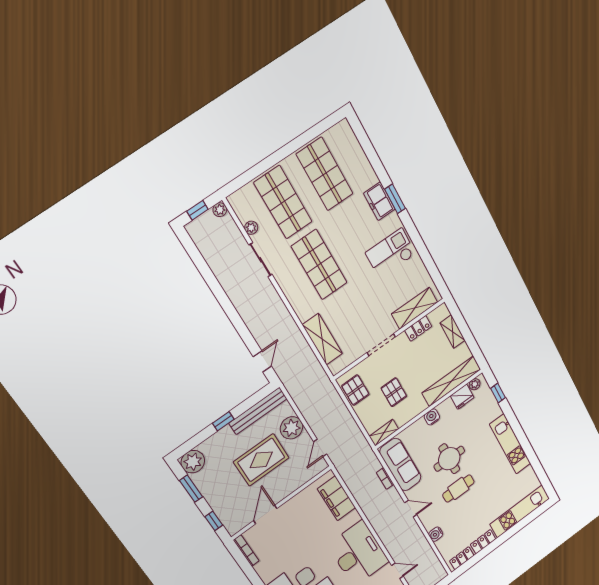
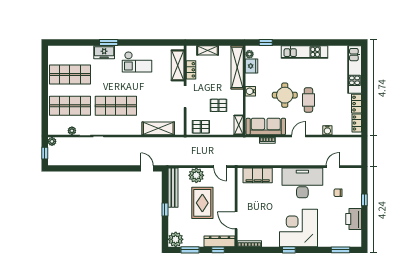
checkout: (391, 253) -> (137, 62), turned -90
dresser: (226, 515) -> (220, 241), added

